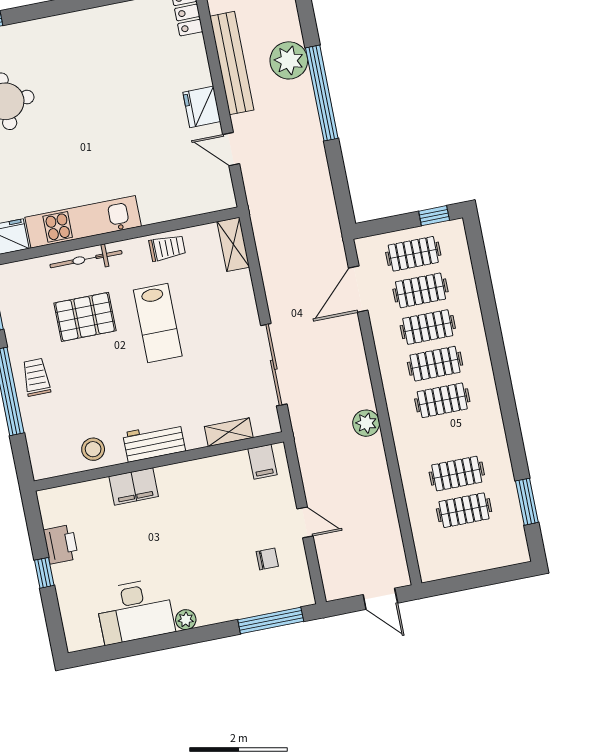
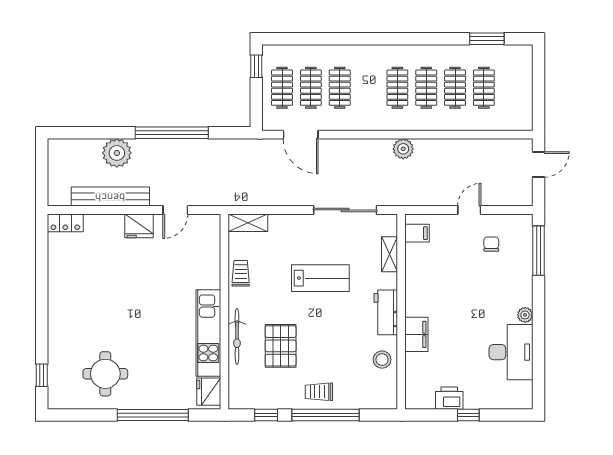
window: (322, 93) -> (172, 133), moved
lab bench: (158, 323) -> (320, 278), moved
clothes rail: (435, 364) -> (426, 88), moved

